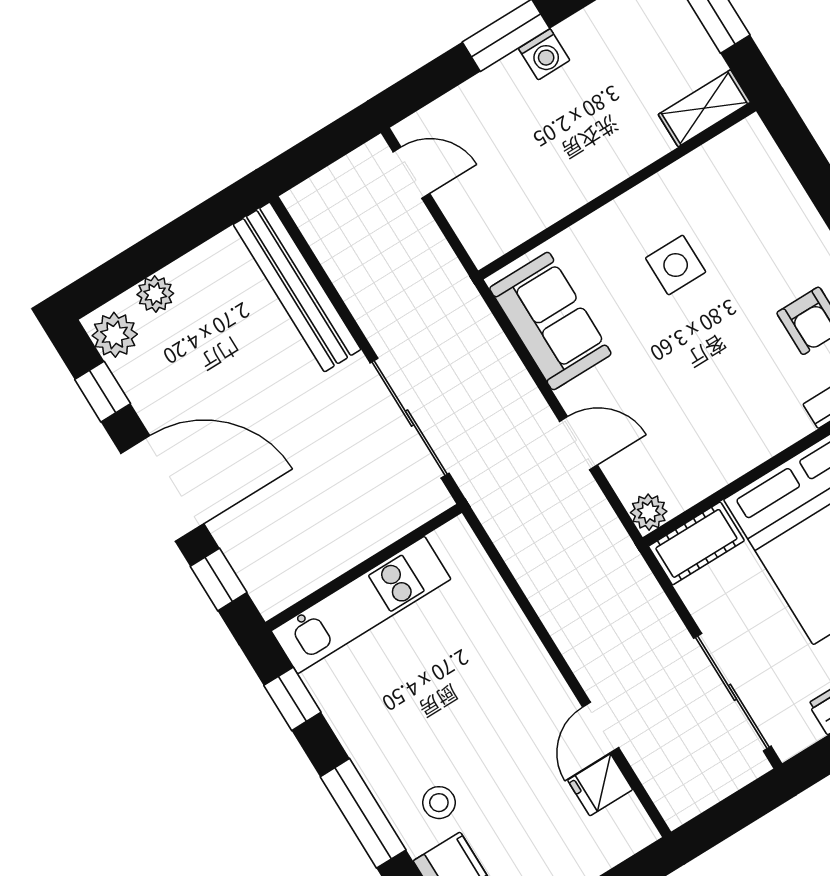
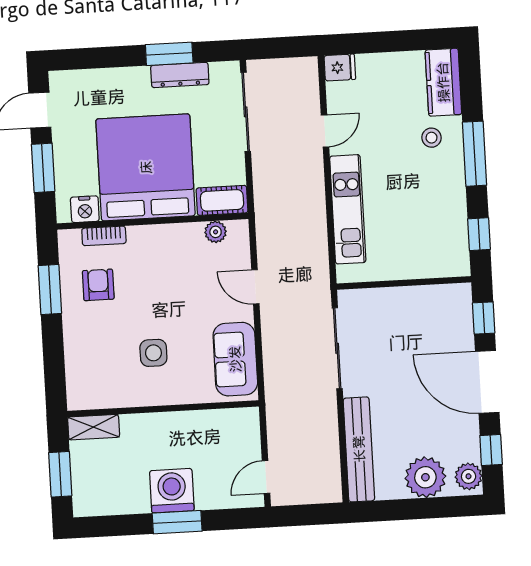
washing machine: (544, 54) -> (172, 491), width x1.89, depth x1.89
door: (411, 173) -> (266, 477), hinge flipped
plant: (155, 294) -> (425, 477), width x1.87, depth x1.87
plant: (649, 512) -> (216, 232), moved
kitchen unit: (361, 605) -> (348, 209), moved, turned 90
fridge: (600, 785) -> (340, 67), moved

